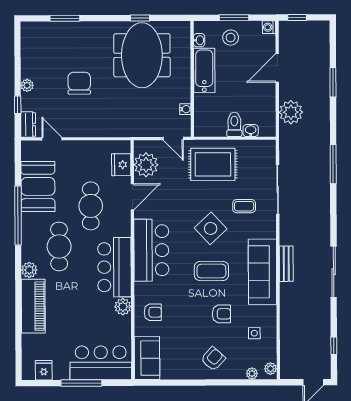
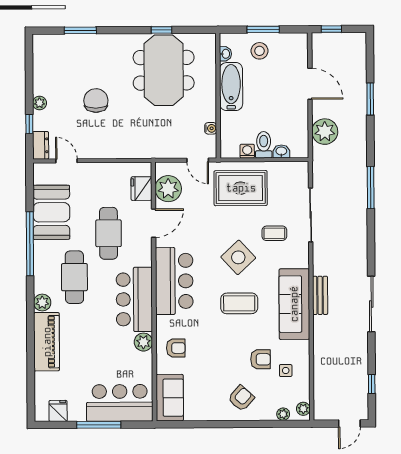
washing machine: (269, 27) -> (247, 151), moved, turned 90
door: (277, 68) -> (310, 84), swing flipped
armchair: (221, 314) -> (261, 359), moved

